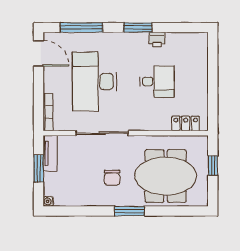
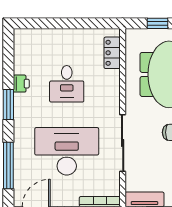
desk: (95, 81) -> (67, 151), turned 180
desk: (157, 81) -> (67, 84), turned 180

